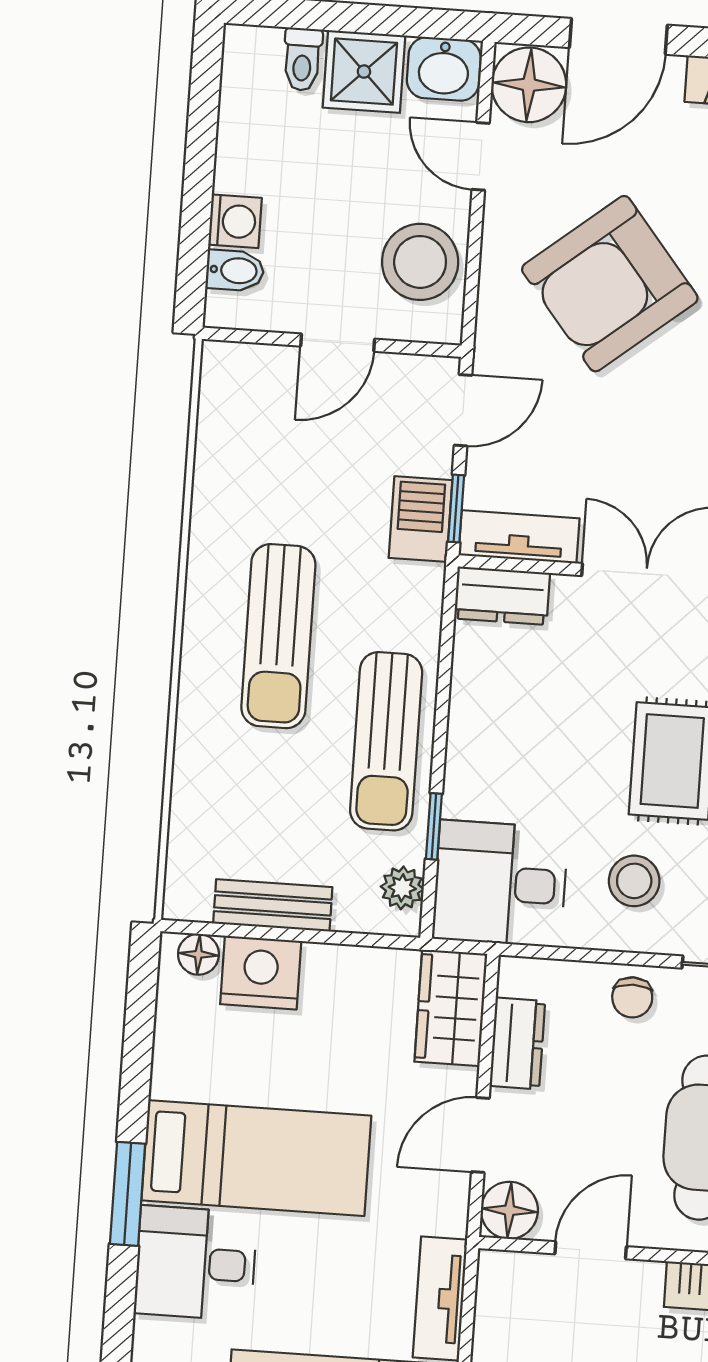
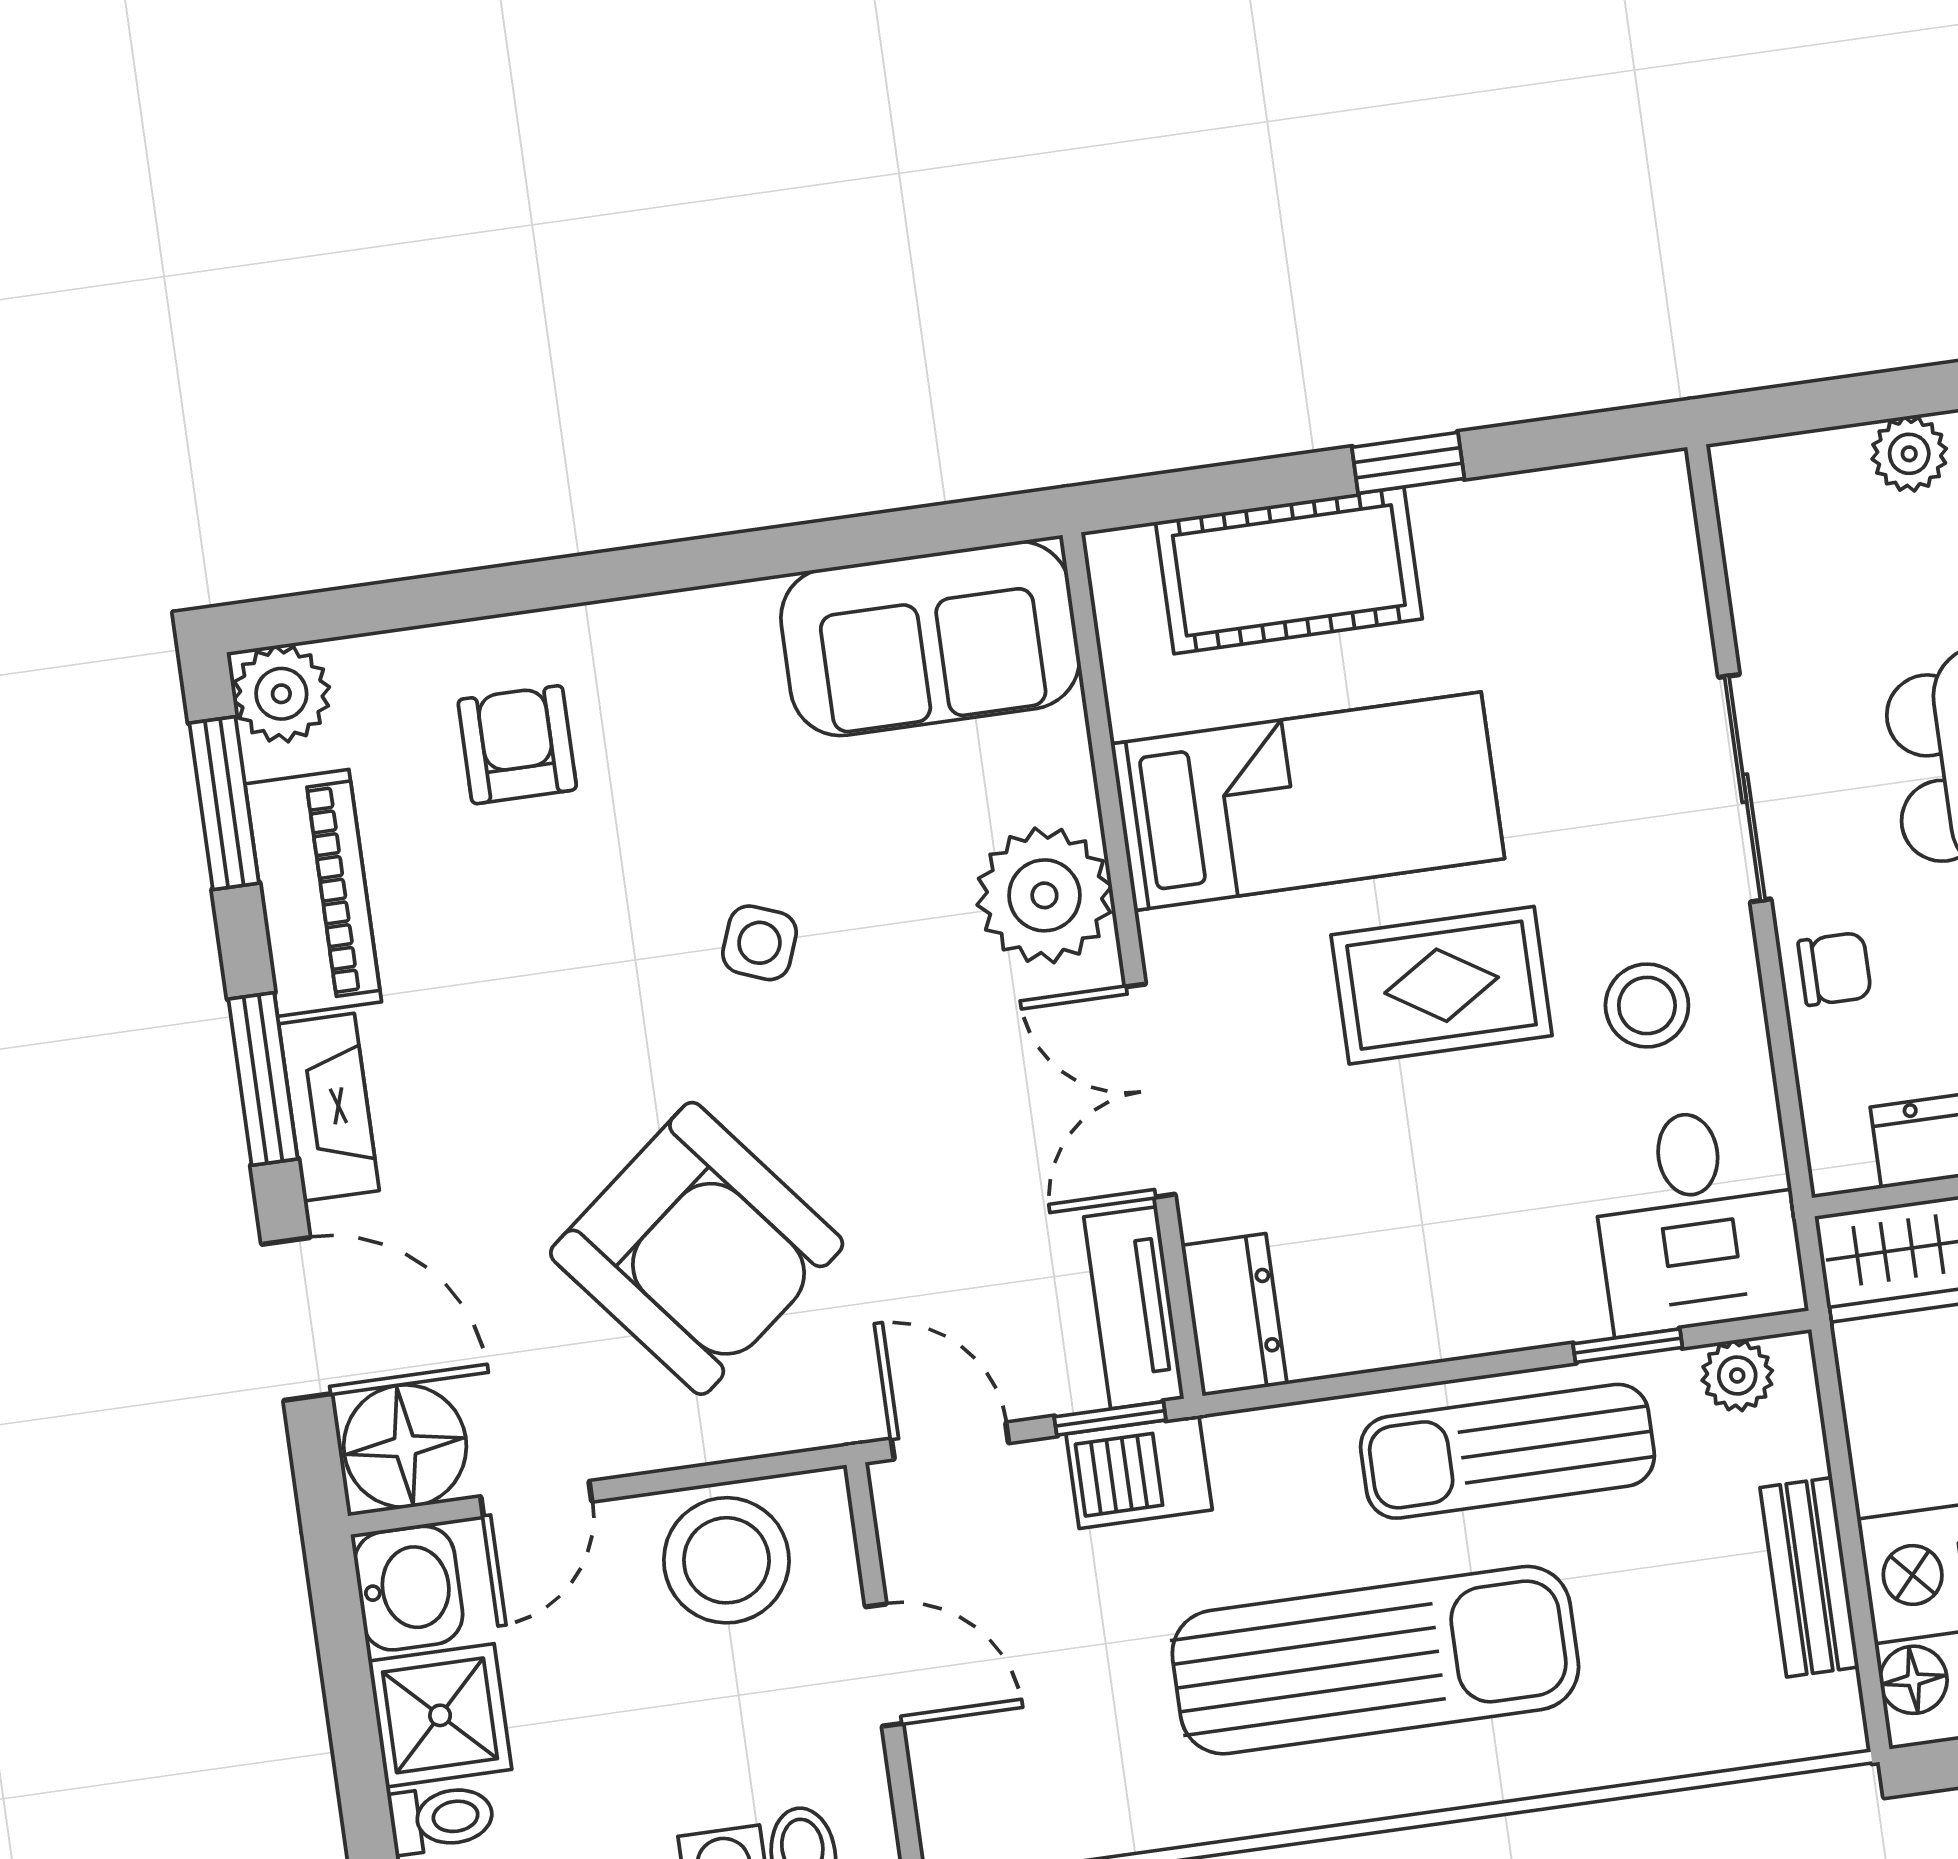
sun lounger: (278, 636) -> (1375, 1660), width x1.36, depth x1.34
sun lounger: (386, 741) -> (1507, 1451), turned 180

